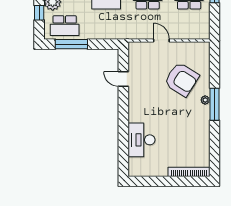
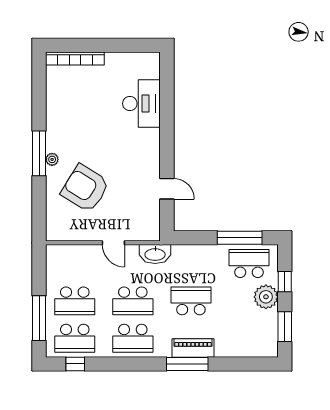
washbasin: (132, 32) -> (155, 254), added

